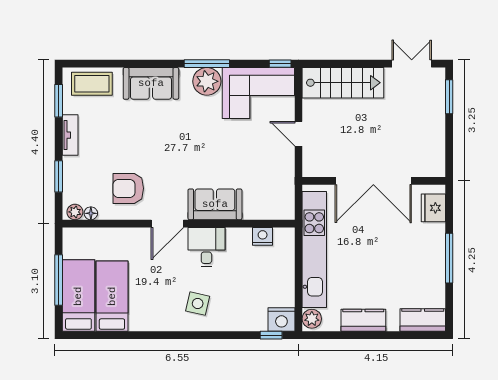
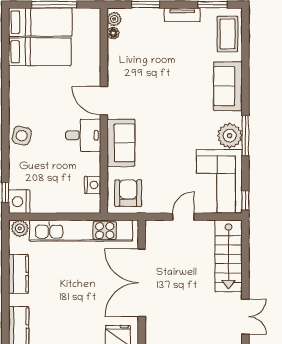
armchair: (128, 188) -> (128, 193), moved
side table: (198, 304) -> (22, 136), moved

